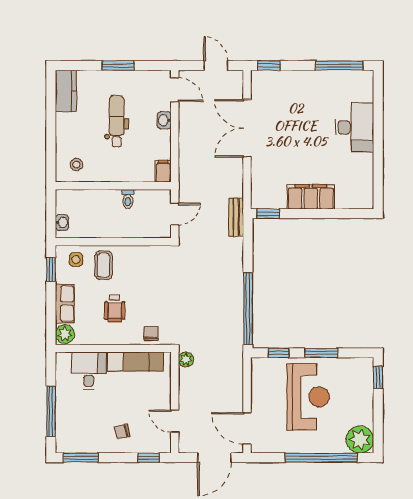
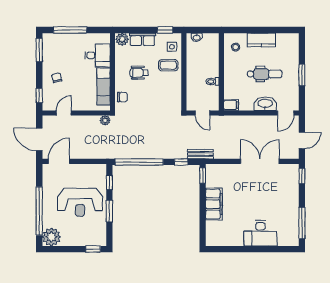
kitchen counter: (66, 91) -> (261, 40), moved
washbasin: (164, 120) -> (265, 104), width x1.91, depth x1.45
window: (248, 246) -> (181, 162), added

